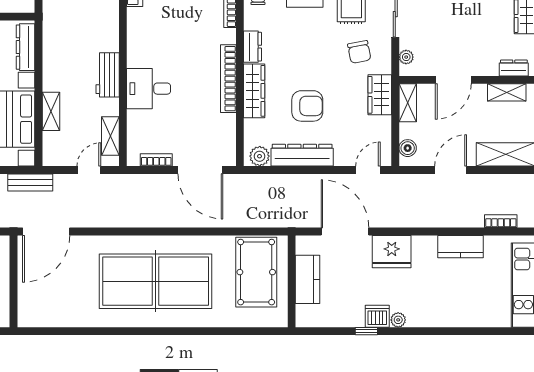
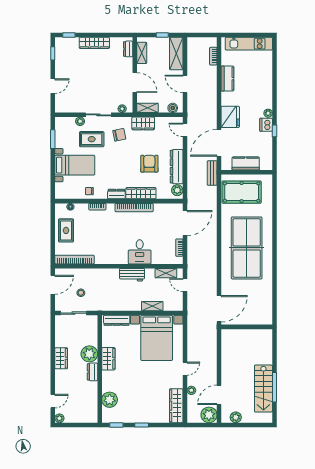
bench: (30, 182) -> (212, 173), moved
door: (46, 231) -> (219, 309), hinge flipped

